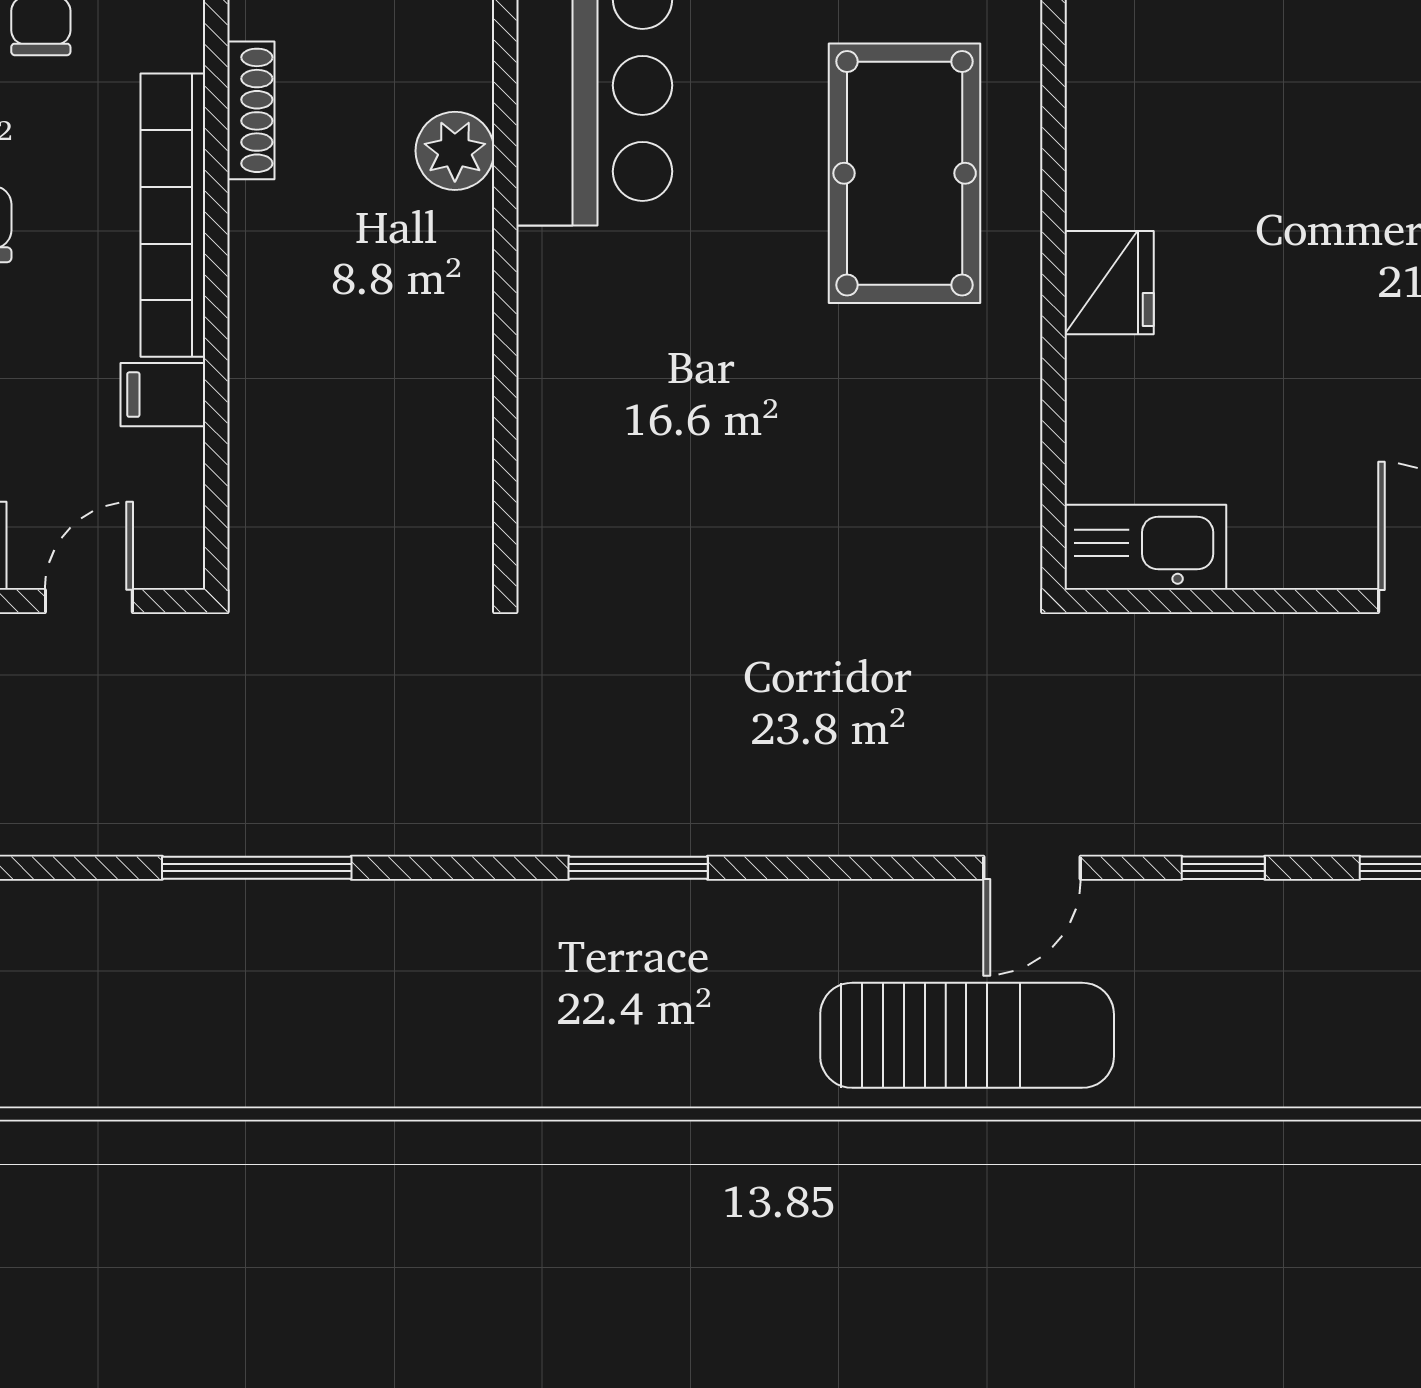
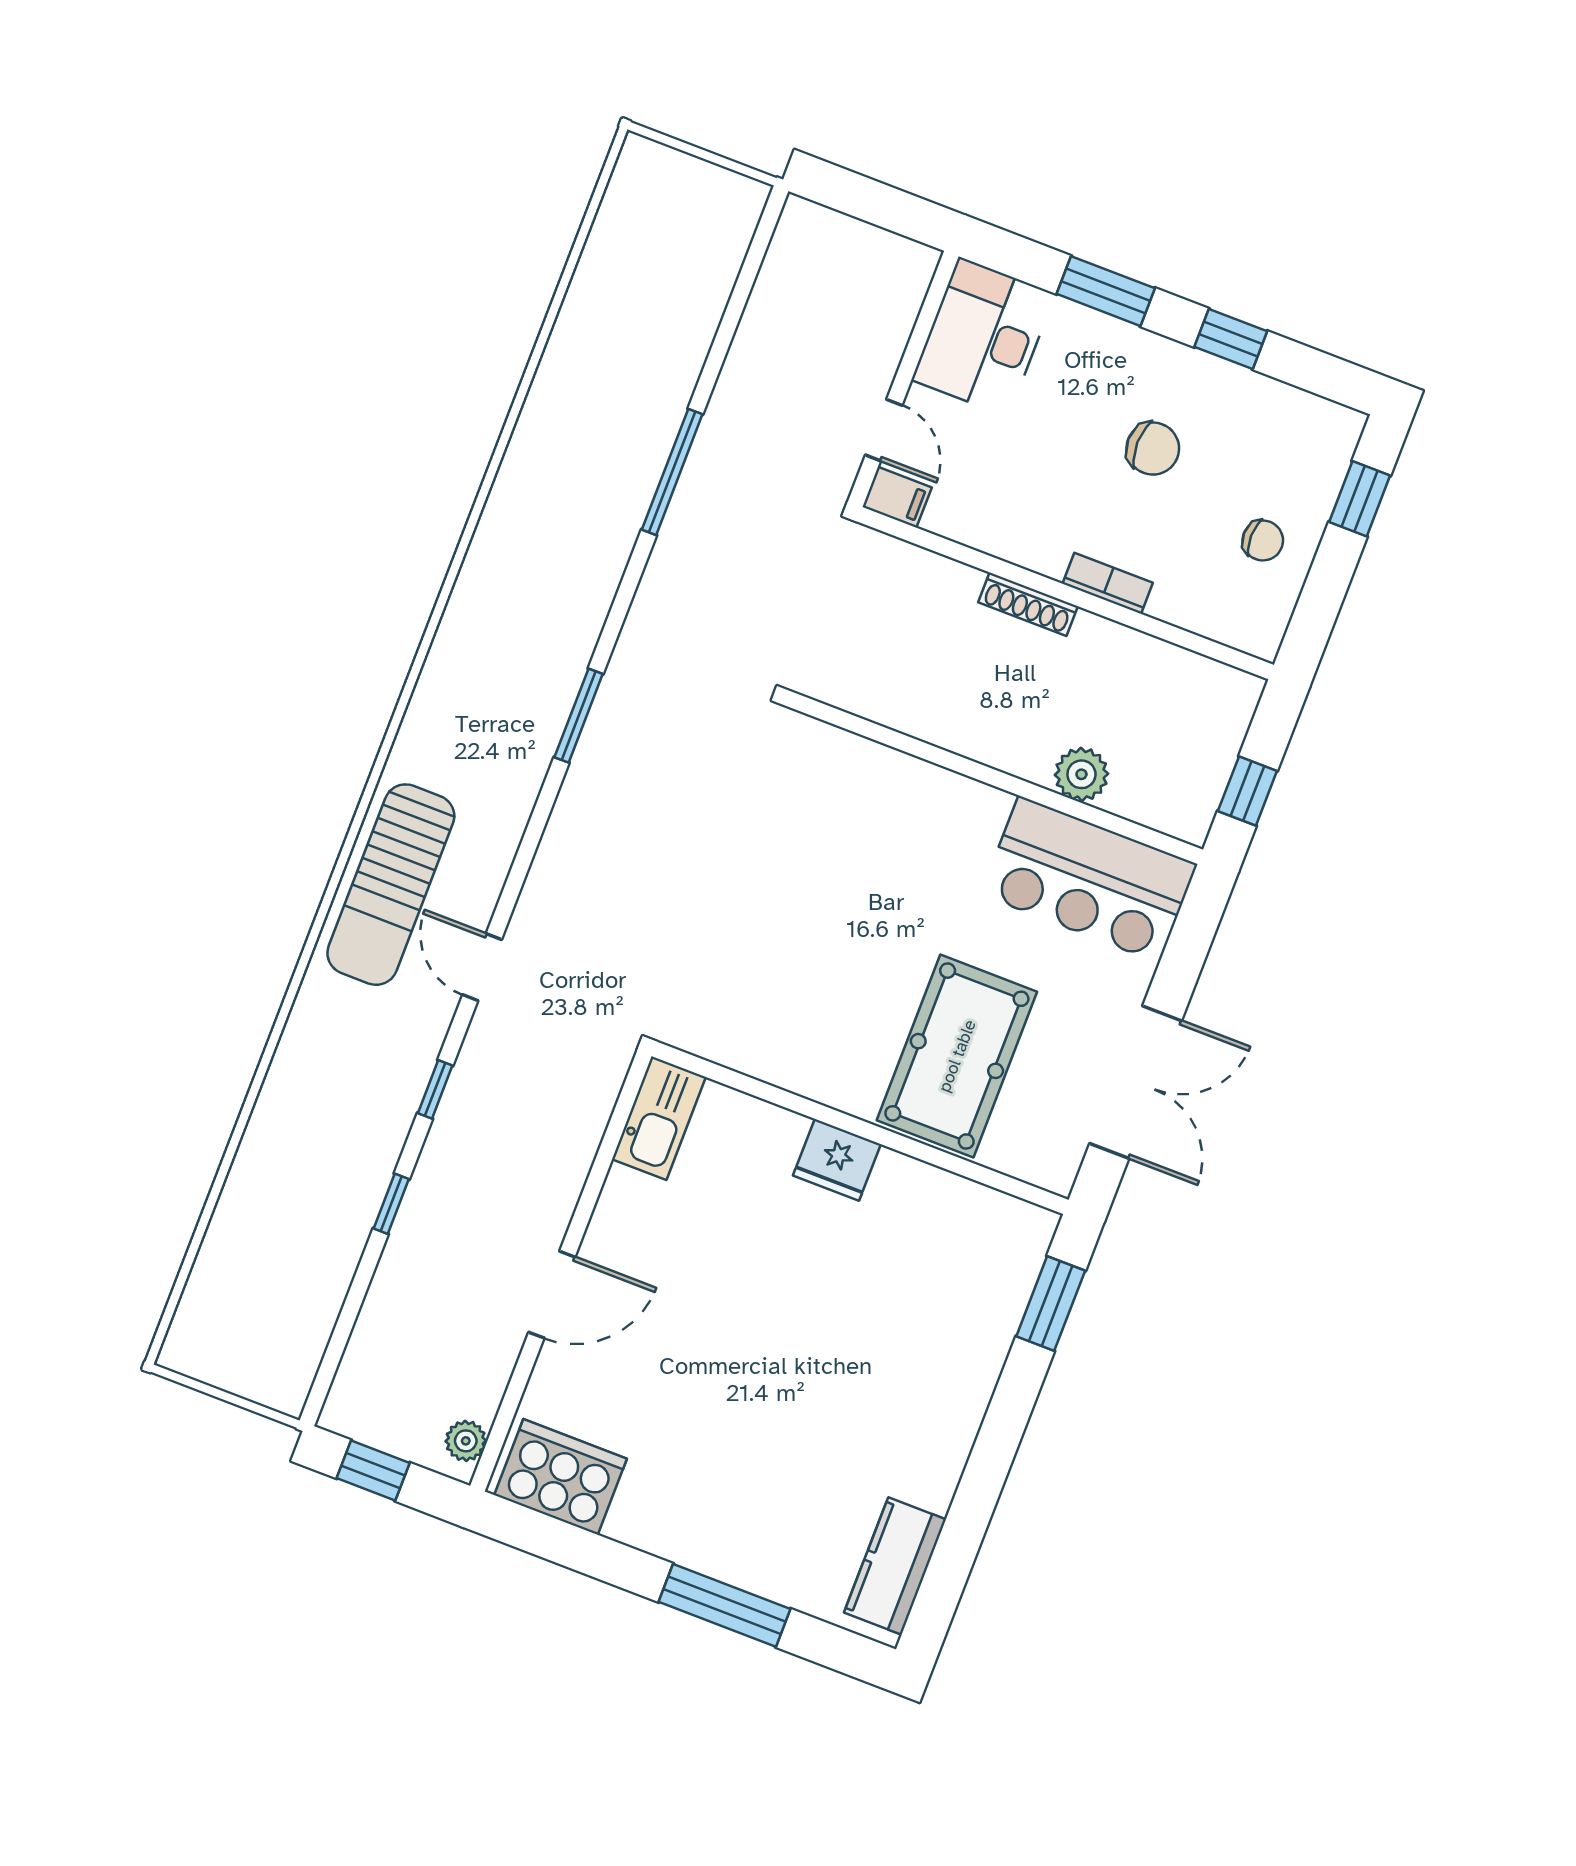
shoe rack: (251, 110) -> (1028, 604), moved
pool table: (905, 173) -> (957, 1056), turned 90
bookcase: (173, 215) -> (1108, 583), width x0.43, depth x0.76
filing cabinet: (163, 395) -> (897, 497), moved, turned 90

